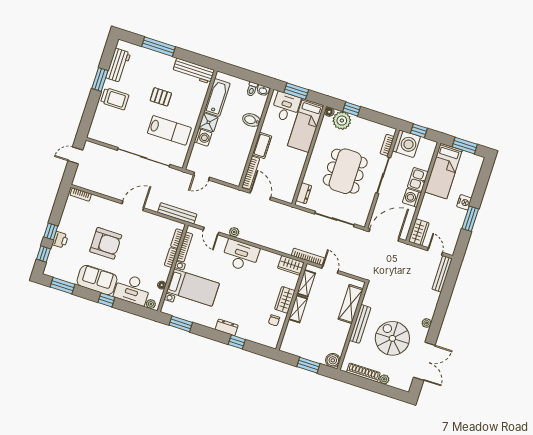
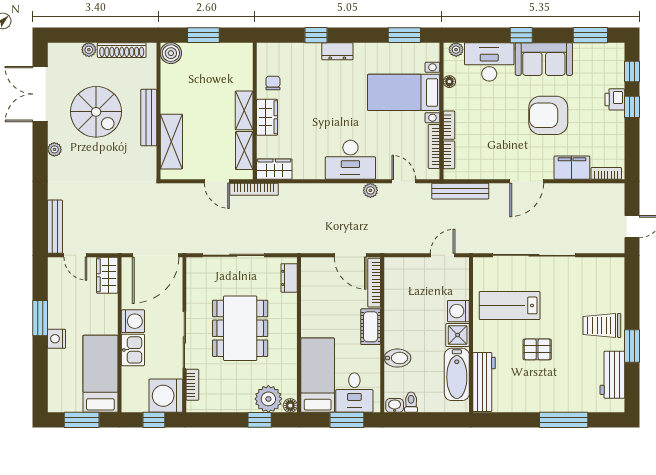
workbench: (193, 71) -> (484, 382), moved, turned 90
filing cabinet: (101, 205) -> (572, 168), added

